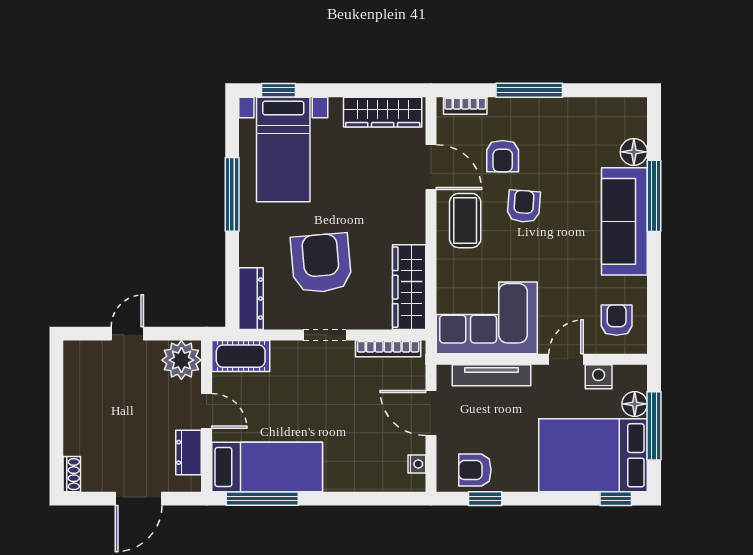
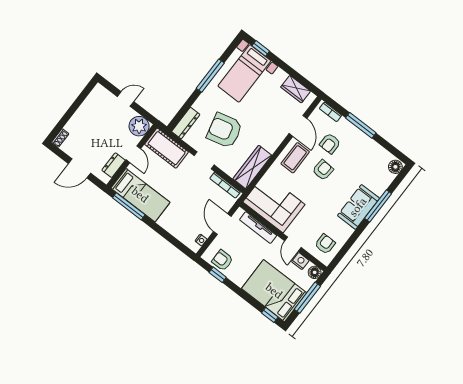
wardrobe: (383, 112) -> (296, 89), width x0.67
floor lamp: (634, 152) -> (395, 167), moved
sofa: (624, 221) -> (358, 207), width x0.73
armchair: (321, 263) -> (225, 130), turned -99
cot: (241, 356) -> (167, 148), width x1.37, depth x1.34
door: (566, 359) -> (293, 244), swing flipped
floor lamp: (635, 404) -> (315, 272), moved

